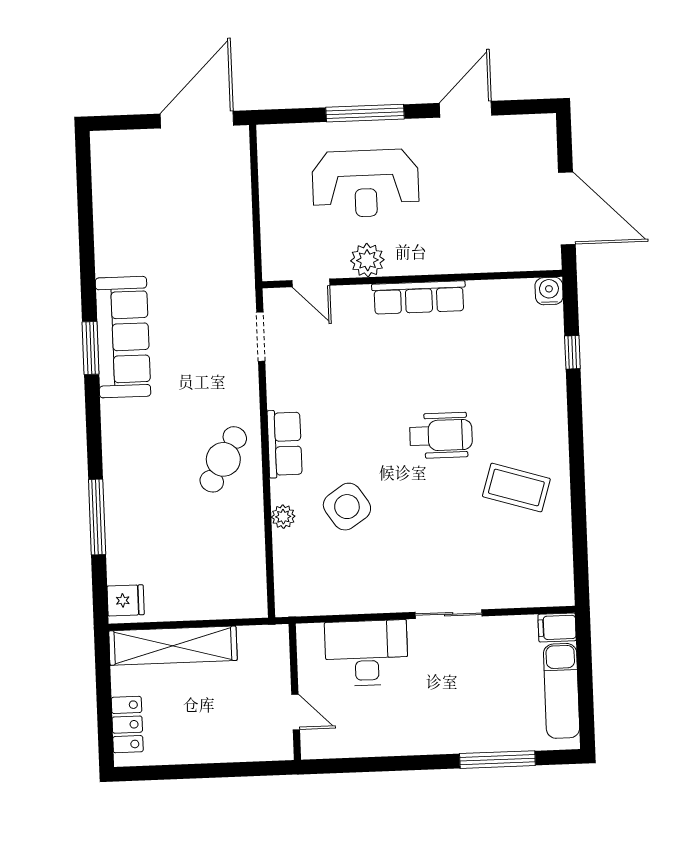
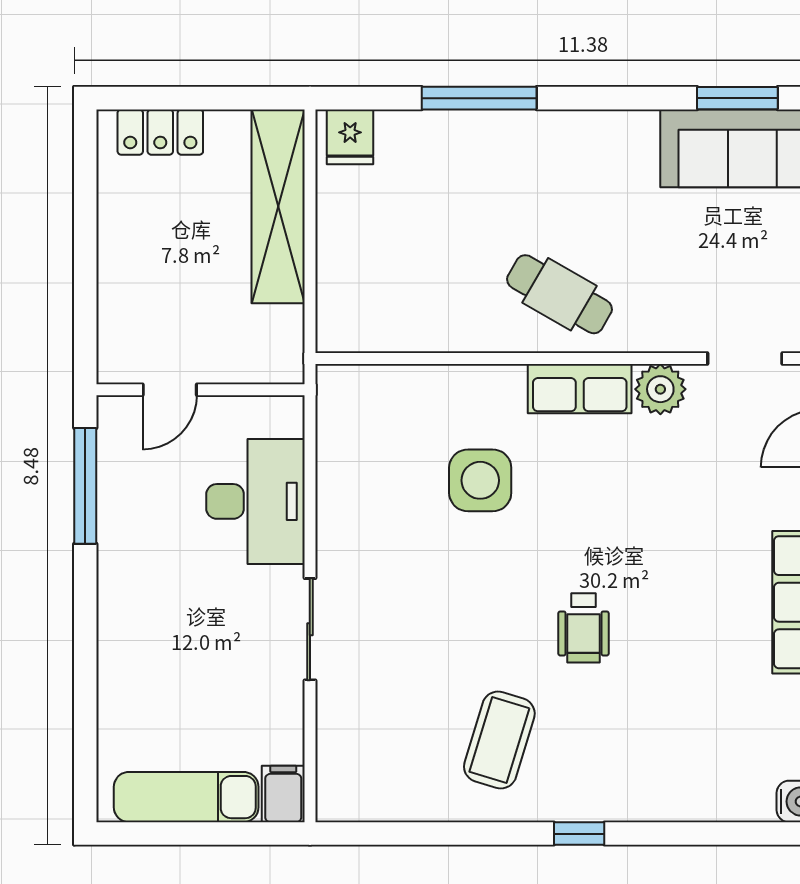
window: (572, 352) -> (579, 834), moved
wheelchair: (441, 435) -> (583, 628), width x0.73, depth x0.73
side table: (347, 507) -> (480, 480), turned 34
plant: (283, 517) -> (660, 389), moved, width x1.38, depth x1.38
window: (497, 760) -> (85, 486), moved

